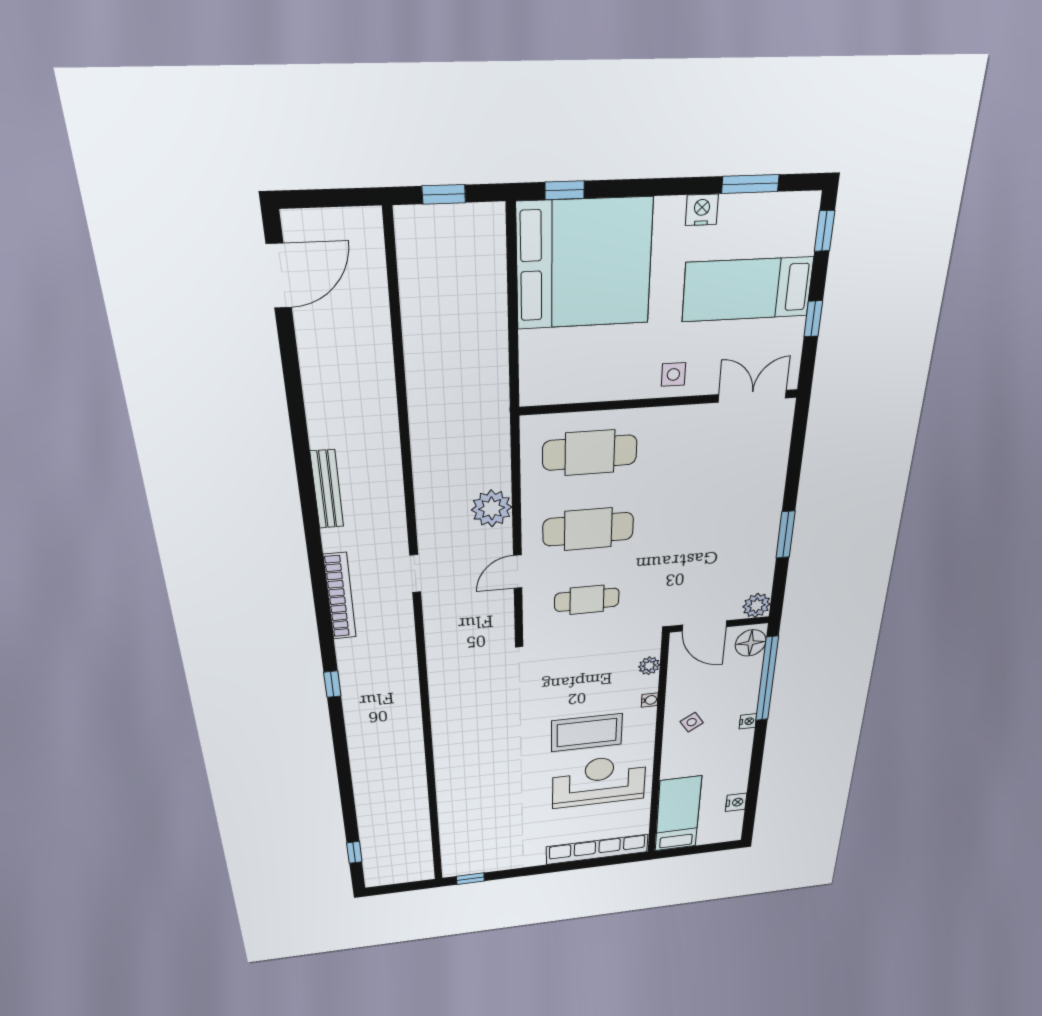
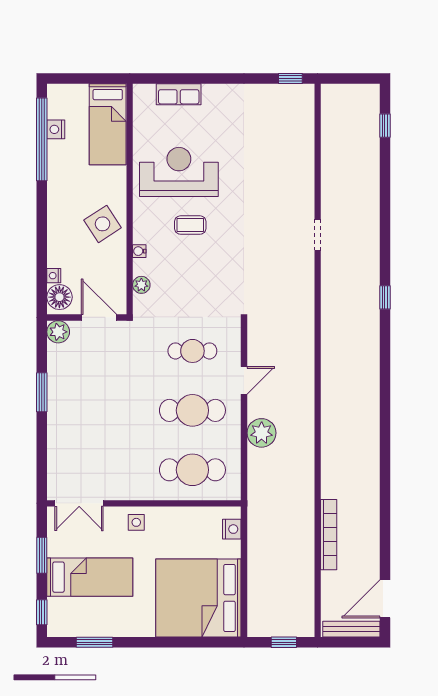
window: (565, 190) -> (211, 642), removed
nightstand: (702, 210) -> (232, 529), moved, turned -90
window: (813, 319) -> (42, 555), width x1.50
bench: (327, 489) -> (351, 629), moved, turned 90
doorway: (415, 574) -> (318, 235), moved
bookcase: (340, 596) -> (329, 535), moved, turned 180
window: (767, 679) -> (42, 139), moved
nightstand: (748, 721) -> (54, 276), moved
side table: (692, 722) -> (103, 224), width x1.87, depth x1.87
coffee table: (587, 733) -> (190, 225), width x0.54, depth x0.58
reception desk: (599, 781) -> (179, 172), turned 180
row of seats: (597, 849) -> (179, 94), width x0.50

